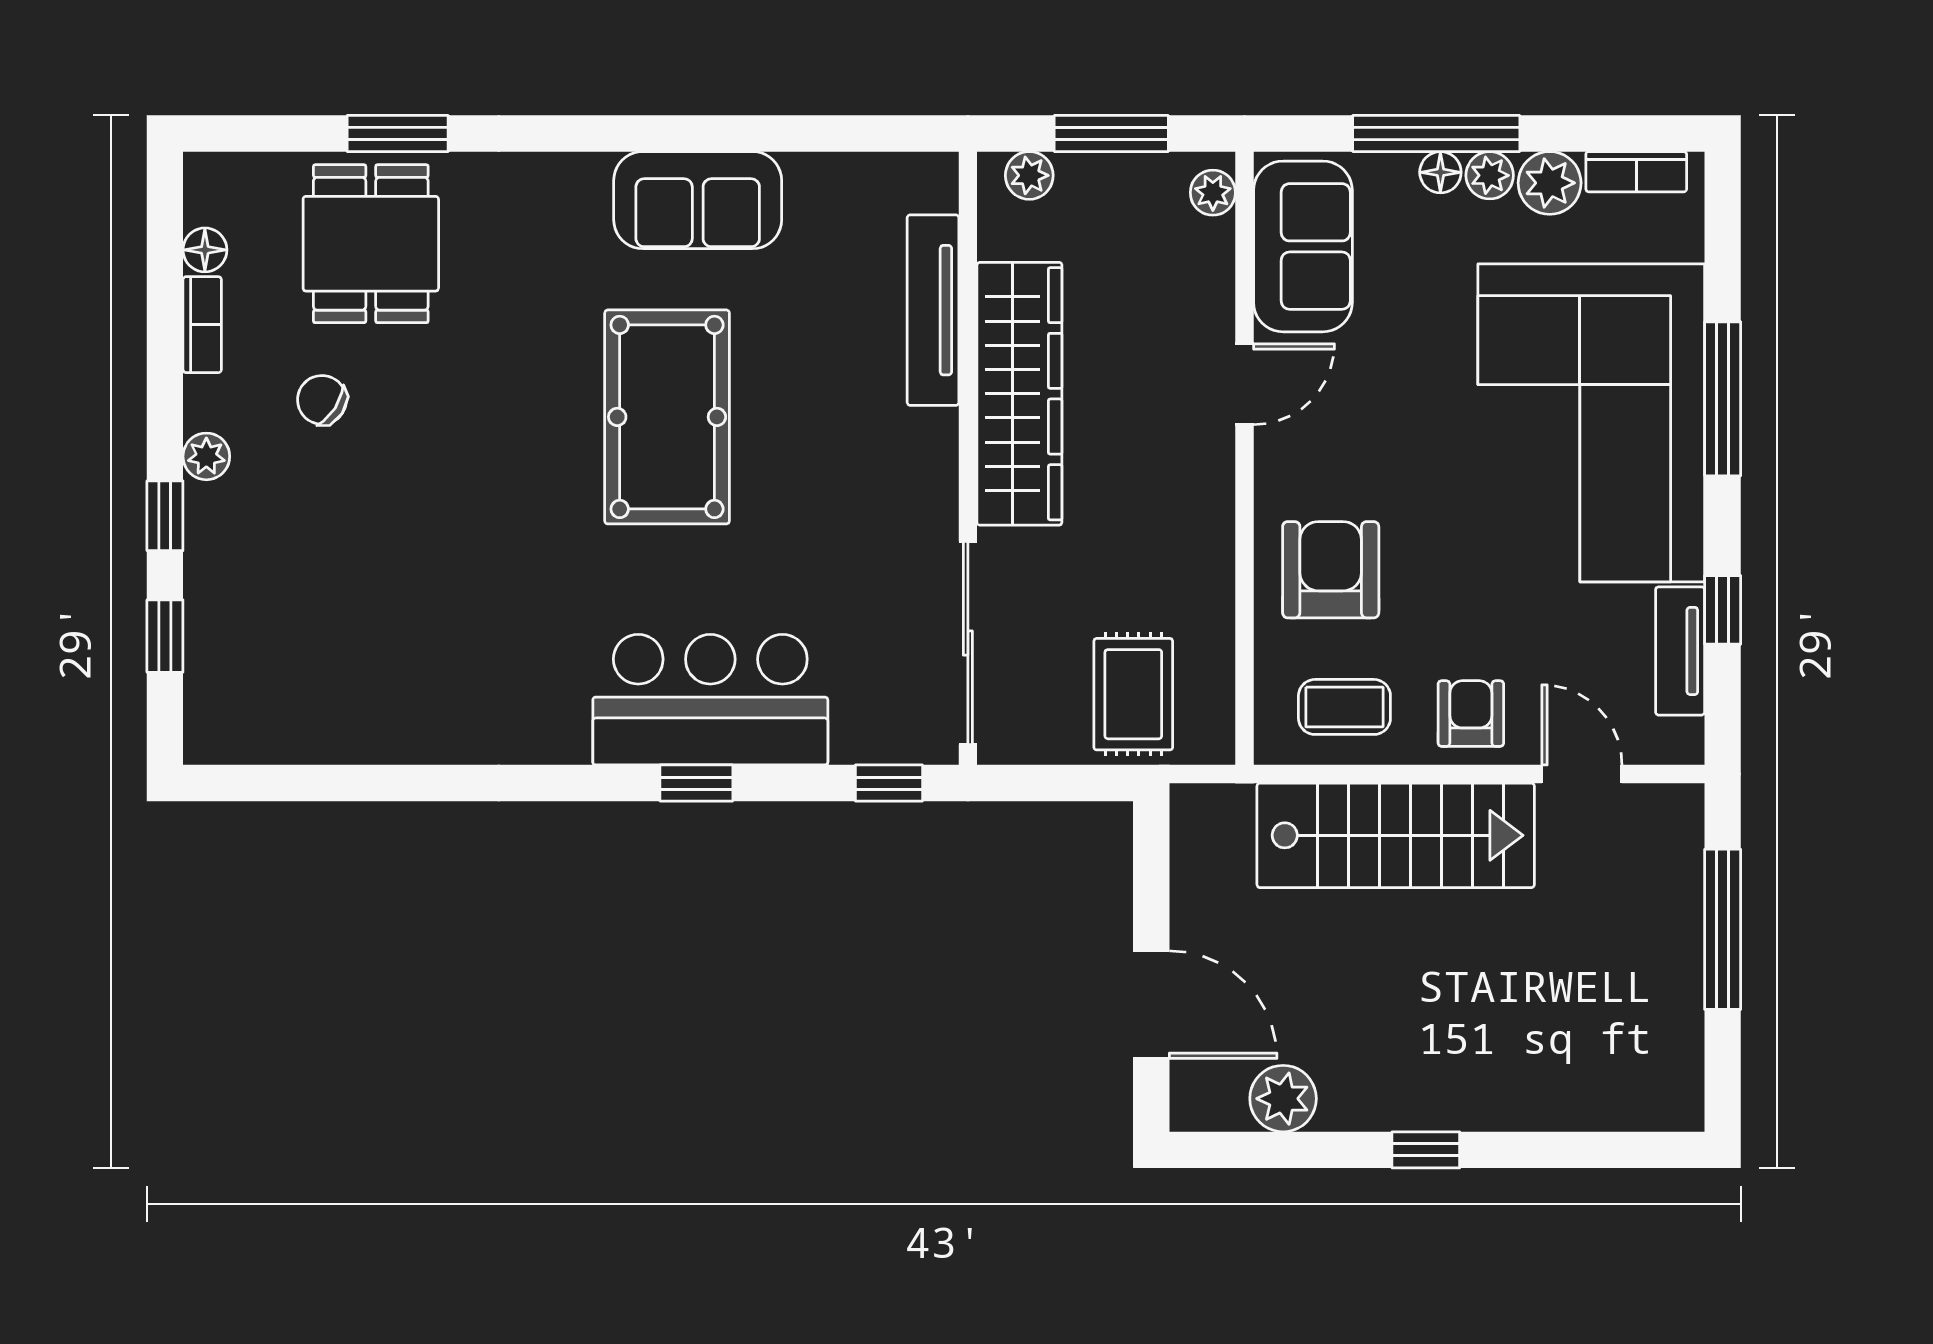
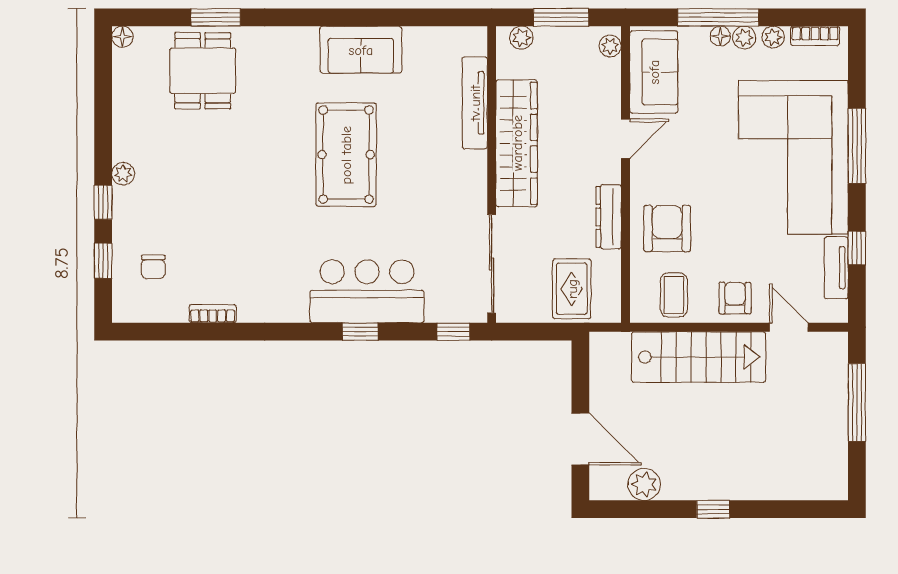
plant: (1550, 183) -> (773, 37), width x0.73, depth x0.73
floor lamp: (205, 250) -> (122, 37), moved
bookcase: (202, 325) -> (213, 314), moved, turned -90
chair: (322, 400) -> (153, 267), moved, turned -123
dresser: (1209, 546) -> (609, 217), added
coffee table: (1344, 707) -> (674, 295), turned 90

